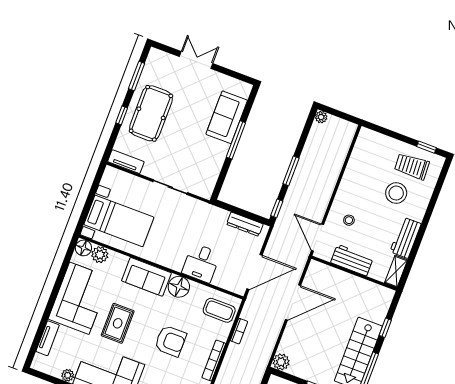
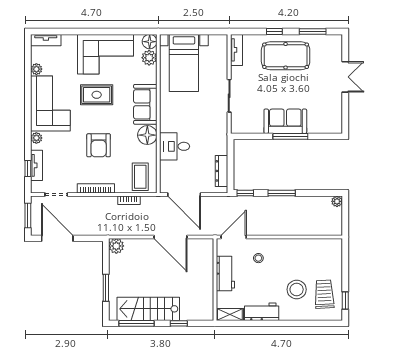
sofa: (227, 117) -> (285, 121), moved
tv unit: (48, 338) -> (46, 40), moved

